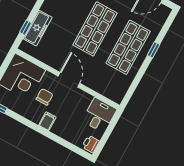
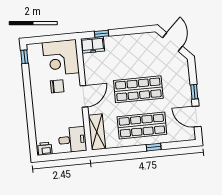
freezer: (38, 28) -> (93, 45), moved, width x0.71
shelving: (107, 90) -> (97, 132), added
filing cabinet: (47, 121) -> (39, 102), removed

